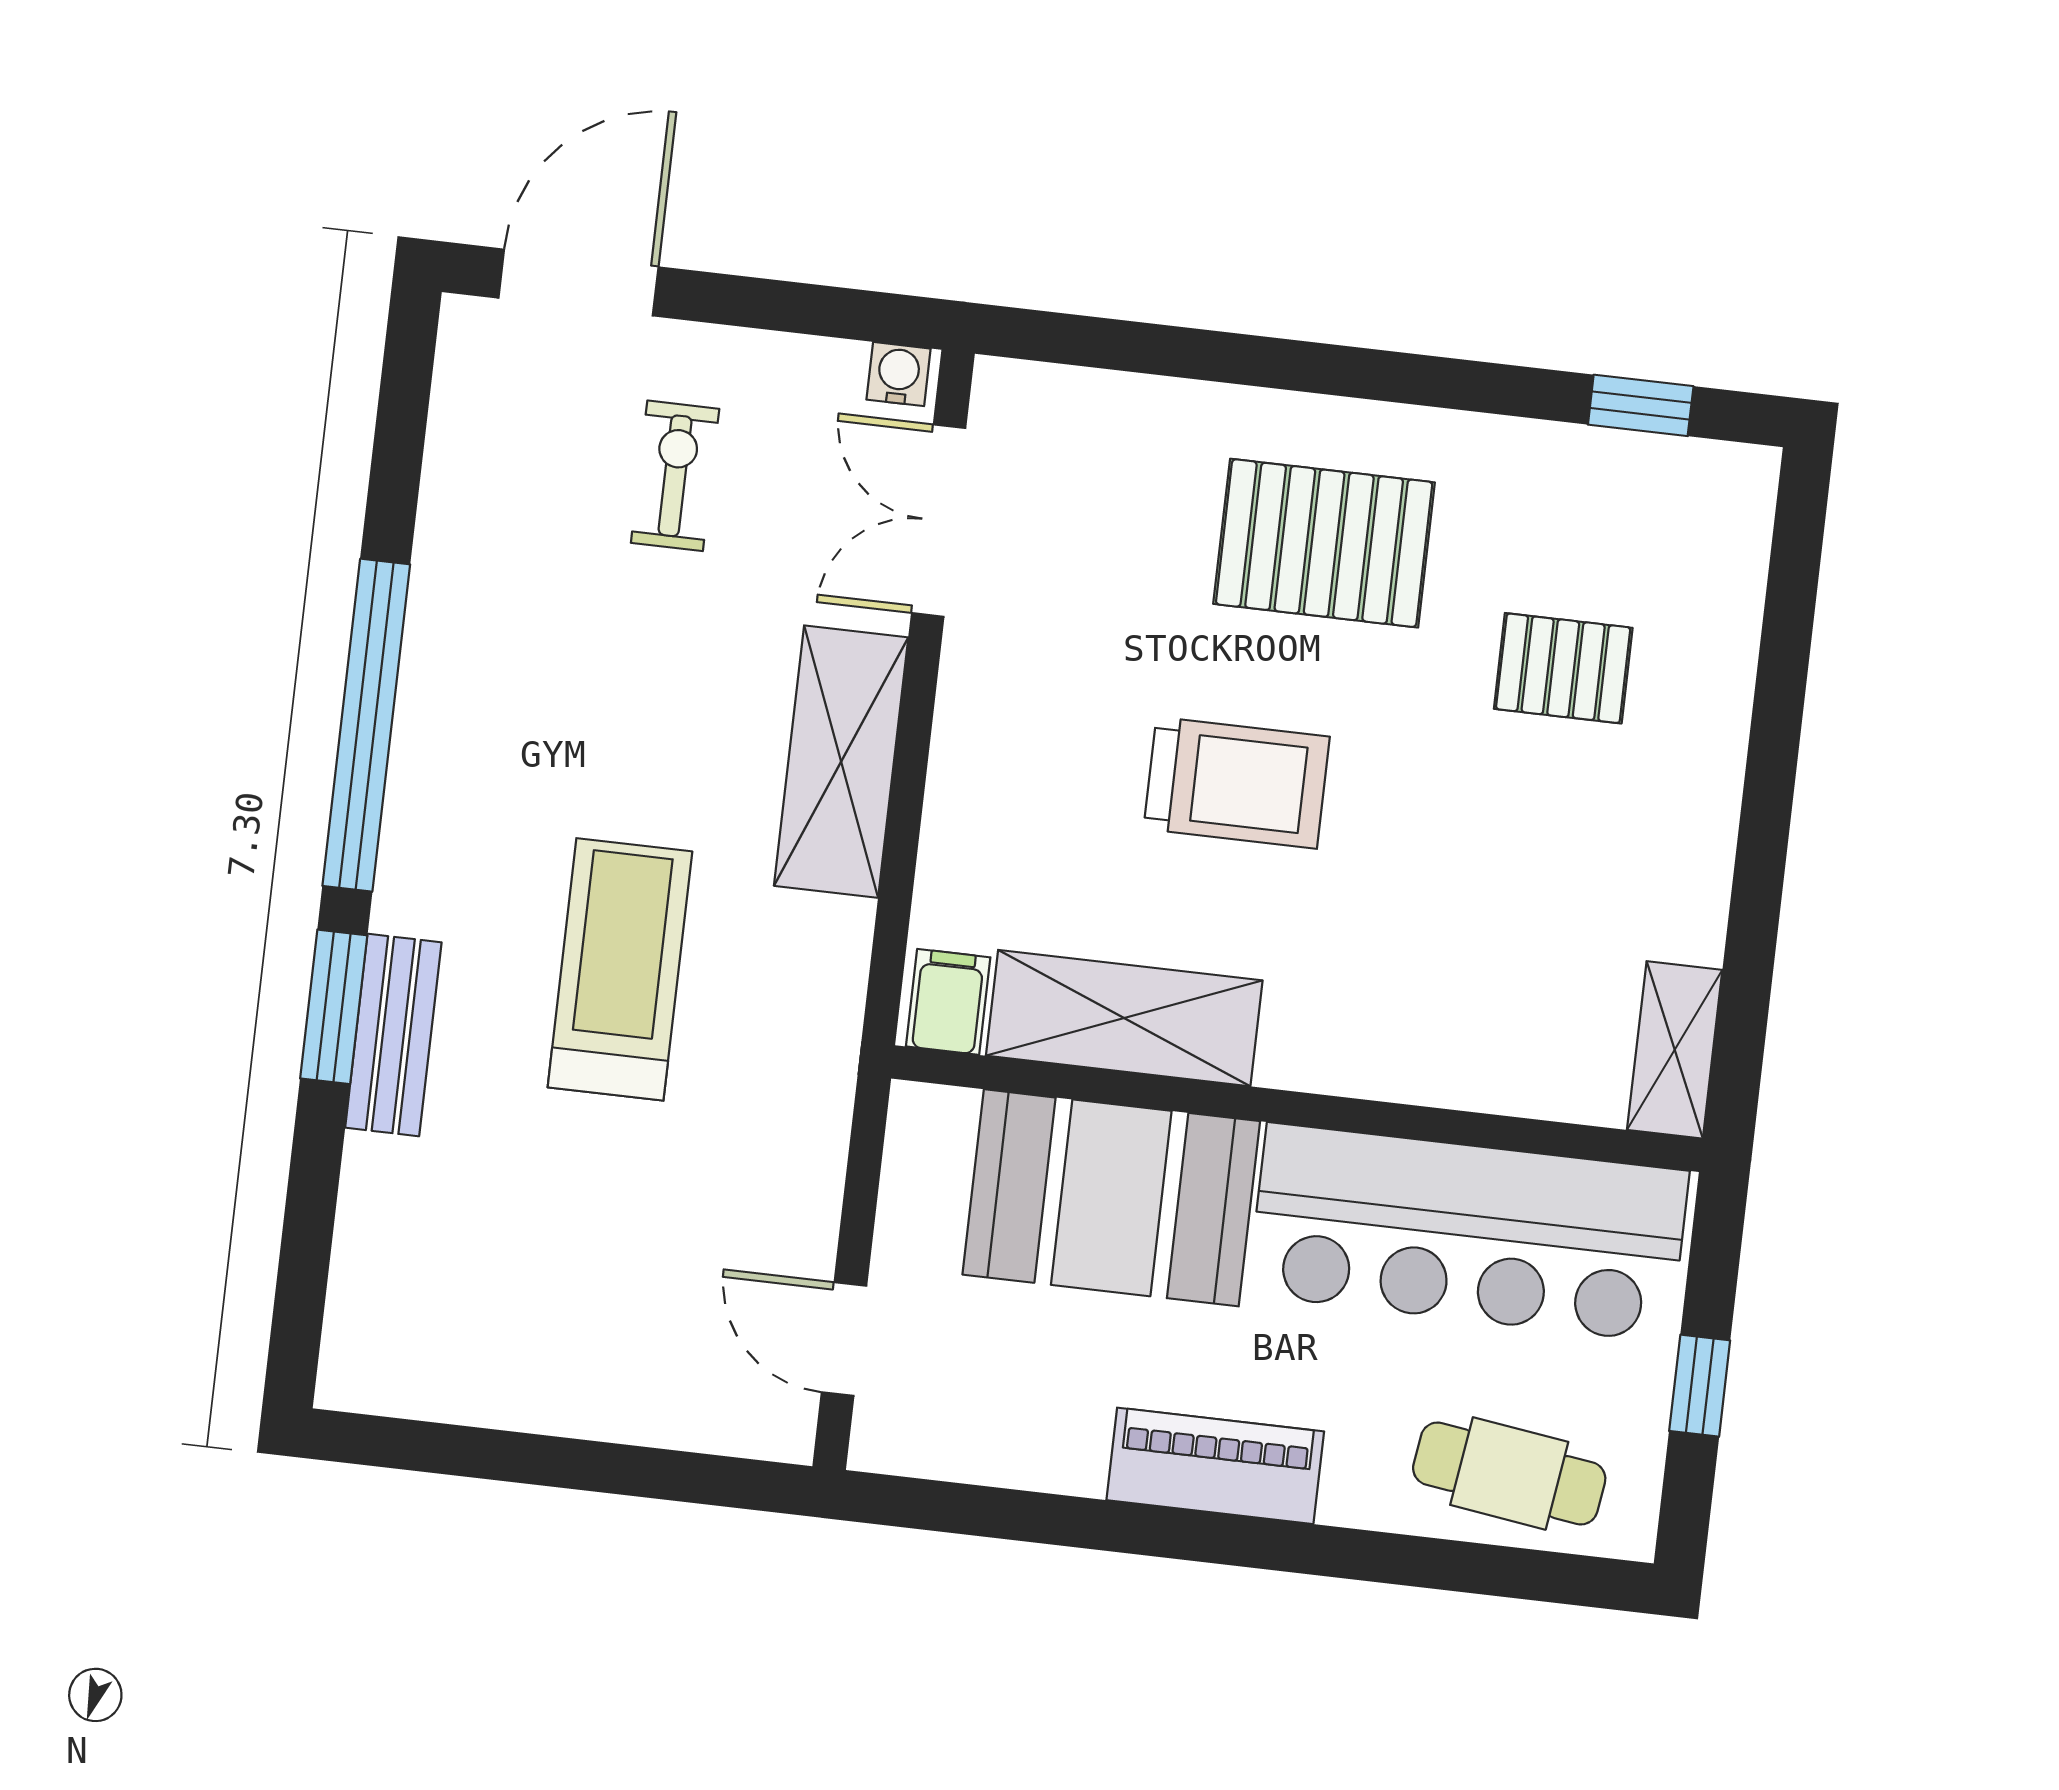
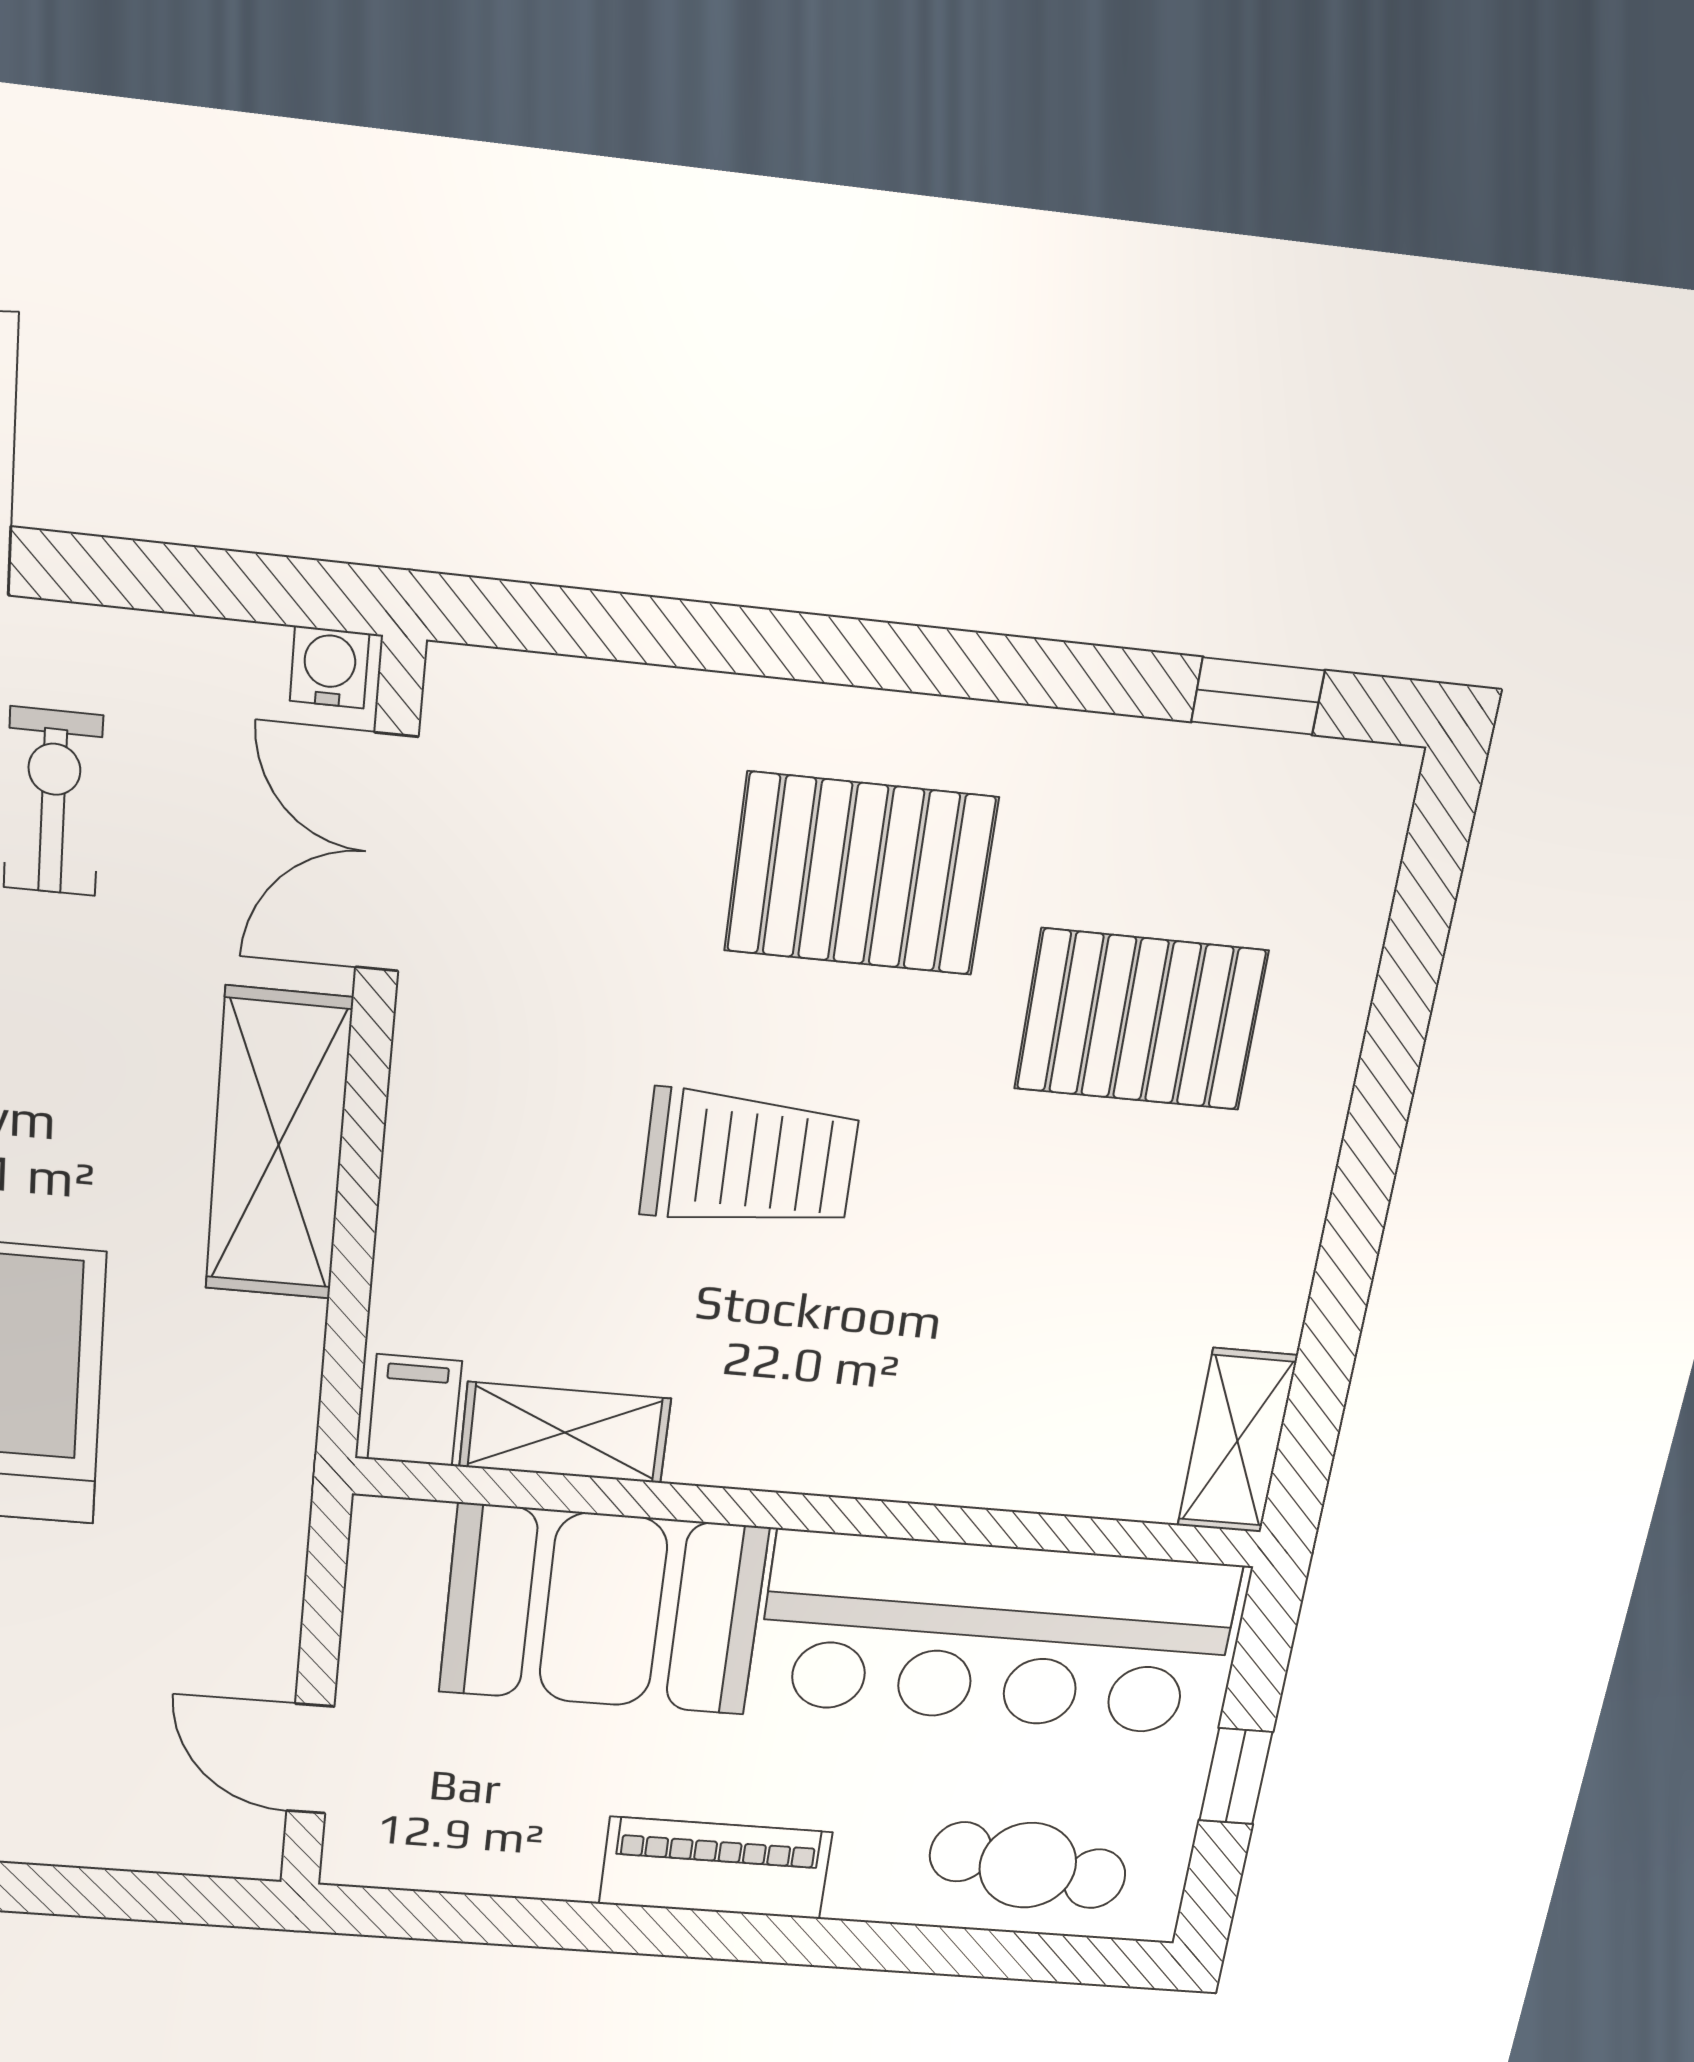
pallet: (1563, 668) -> (1141, 1020), width x1.50, depth x1.42
shelving: (1124, 1018) -> (565, 1433), width x0.67, depth x0.75

